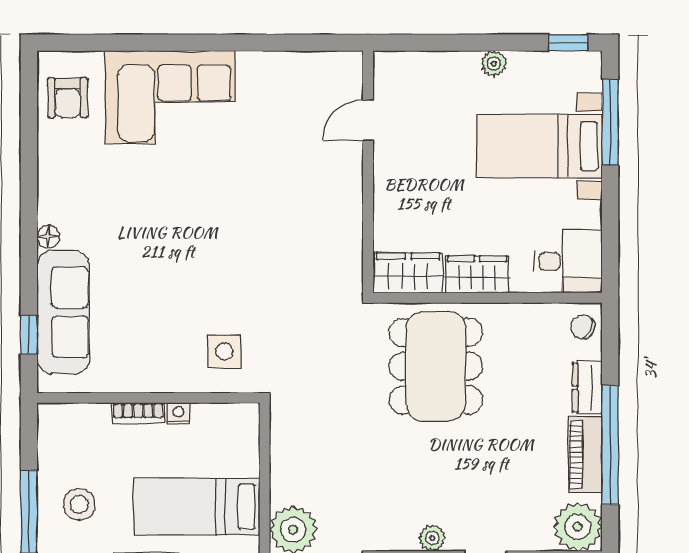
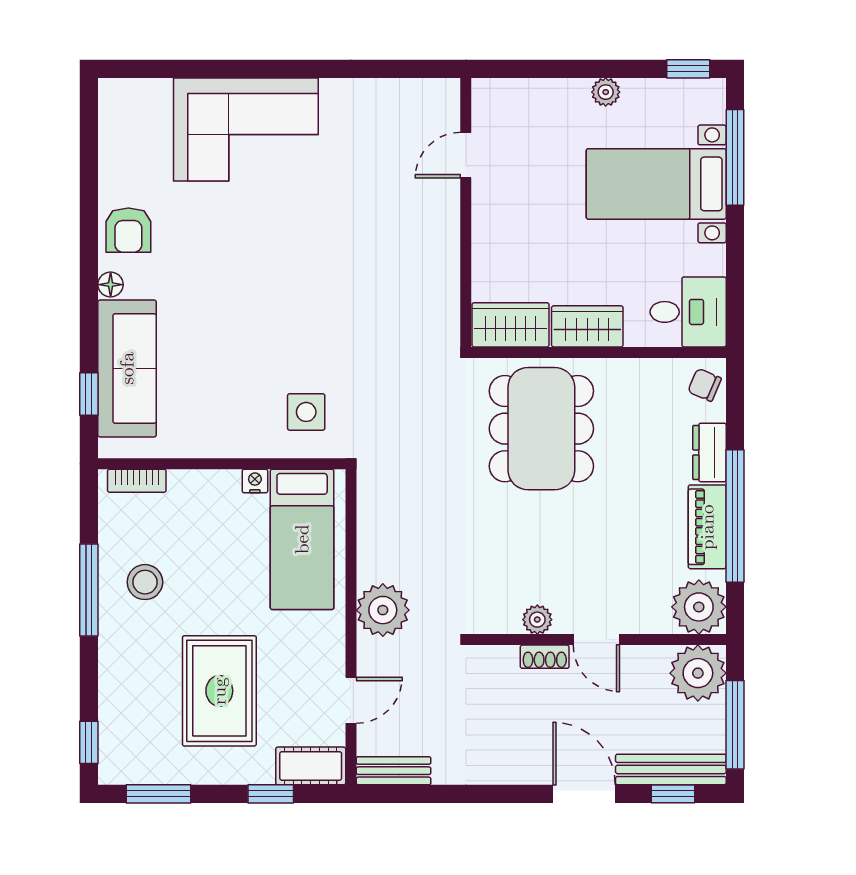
armchair: (68, 98) -> (128, 230), moved
bookcase: (138, 413) -> (137, 481), moved
bed: (197, 507) -> (302, 539), moved, turned -90

